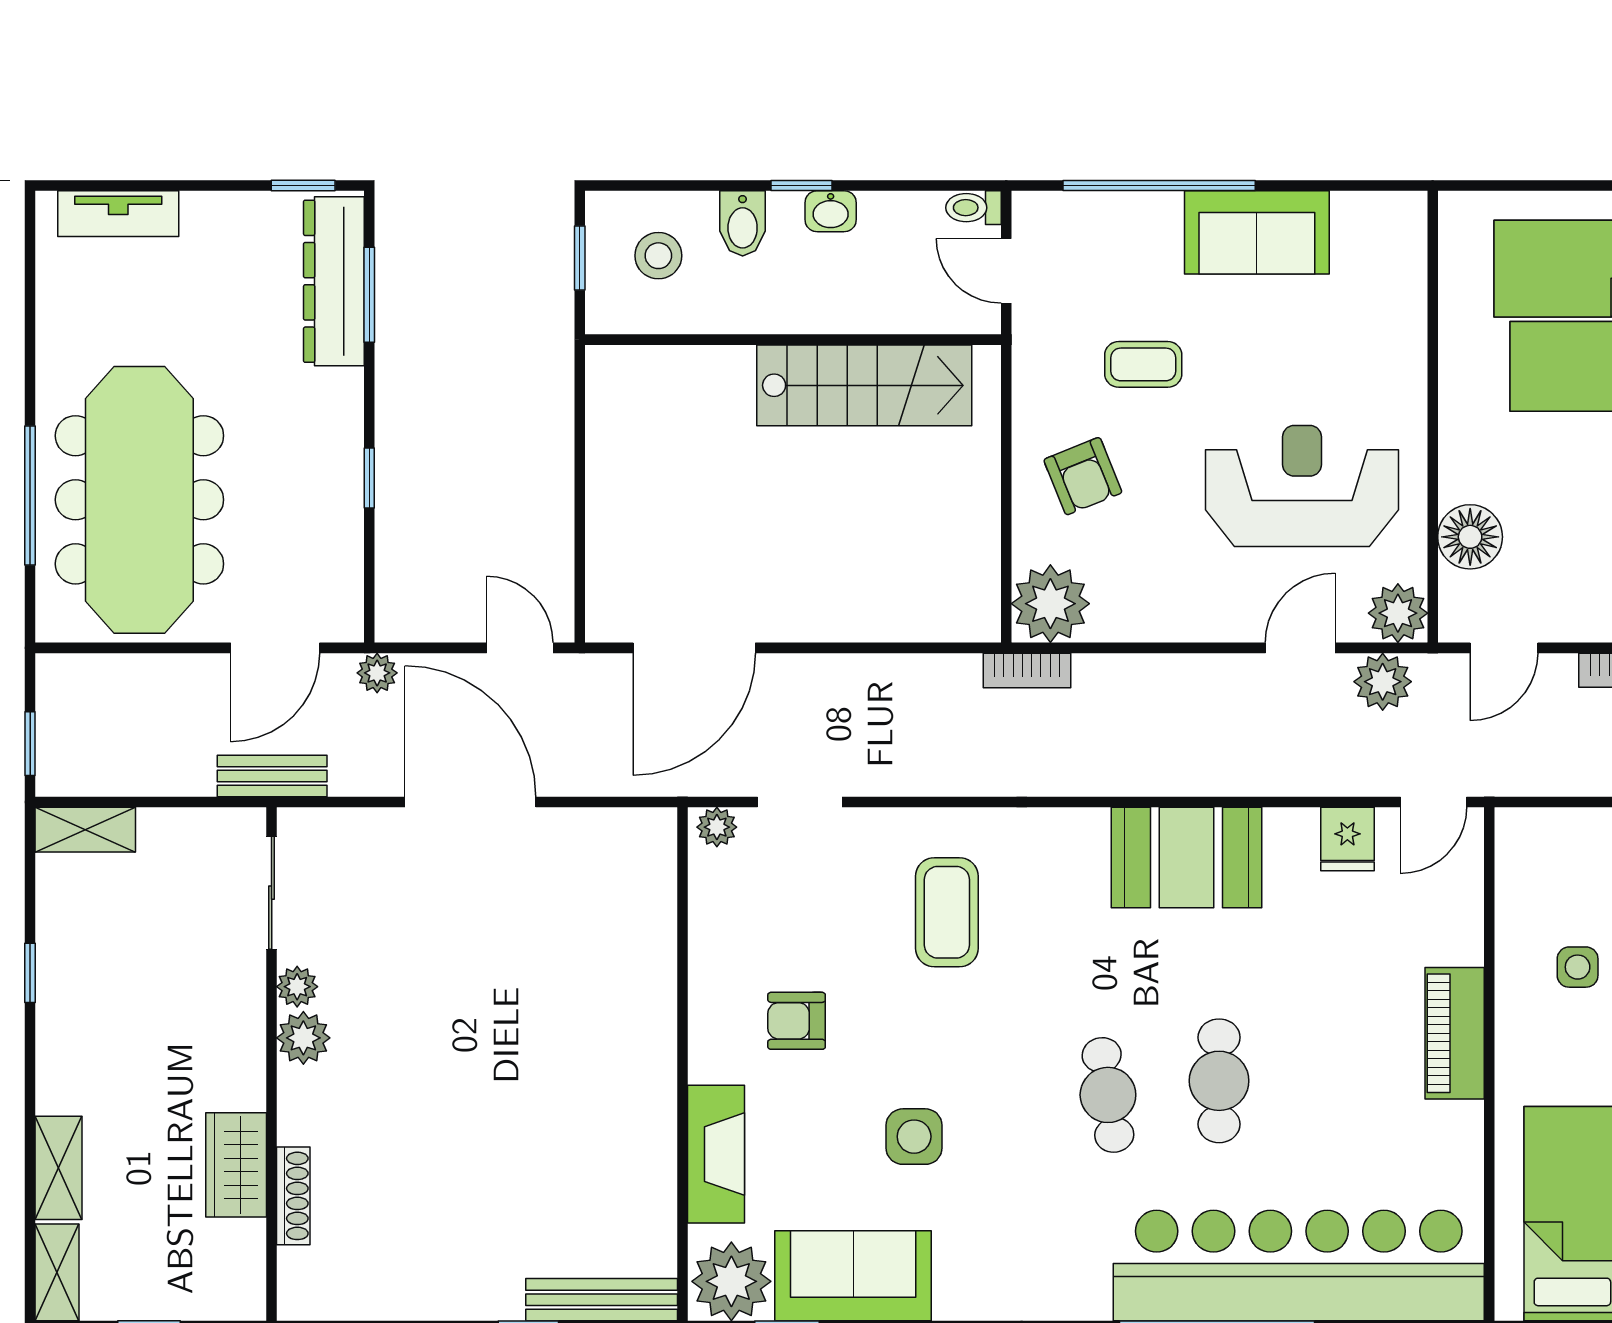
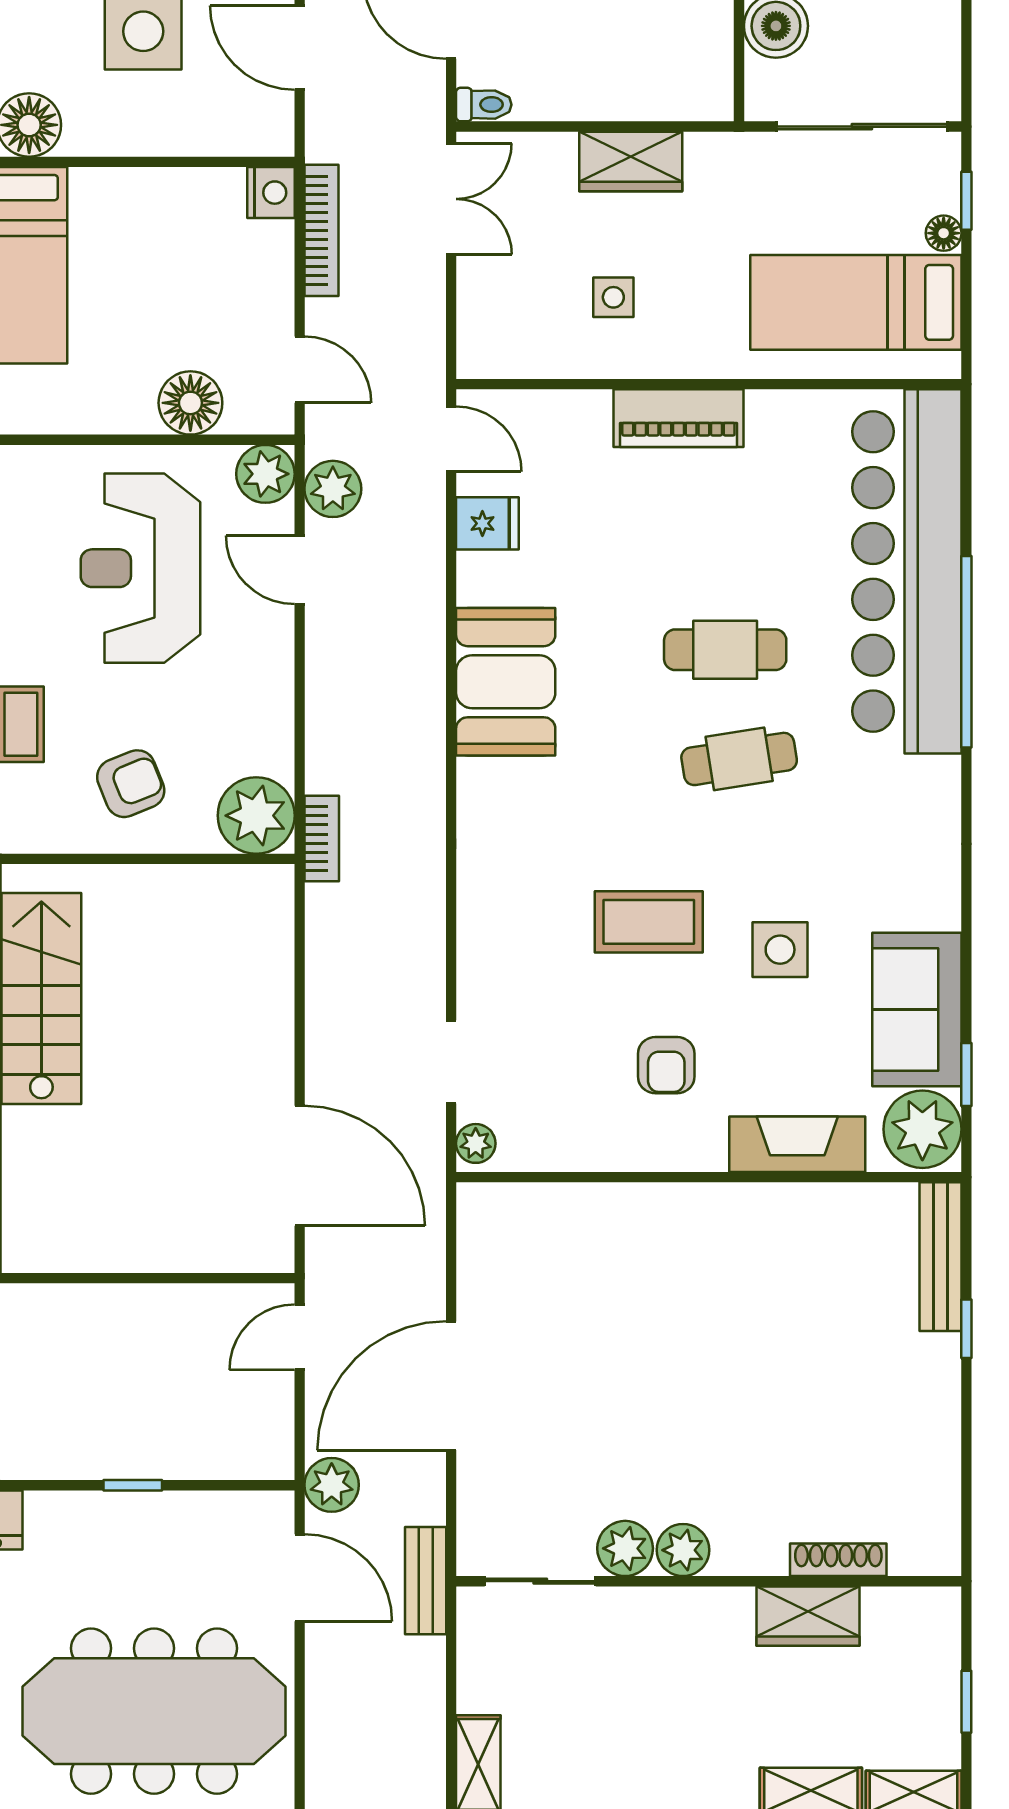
plant: (377, 673) -> (332, 1485), width x1.38, depth x1.38
coffee table: (947, 912) -> (649, 922), moved
plant: (297, 987) -> (625, 1548), width x1.38, depth x1.38

